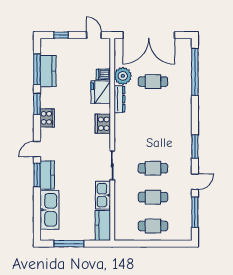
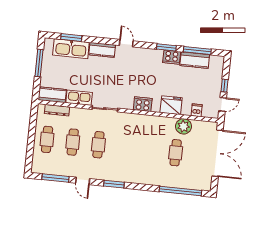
window: (61, 35) -> (224, 86), moved
double door: (149, 35) -> (217, 153), swing flipped
dishwasher: (103, 74) -> (197, 110), moved
dresser: (119, 99) -> (57, 110), moved
cooker: (47, 118) -> (172, 57), moved
window: (37, 175) -> (71, 37), moved

